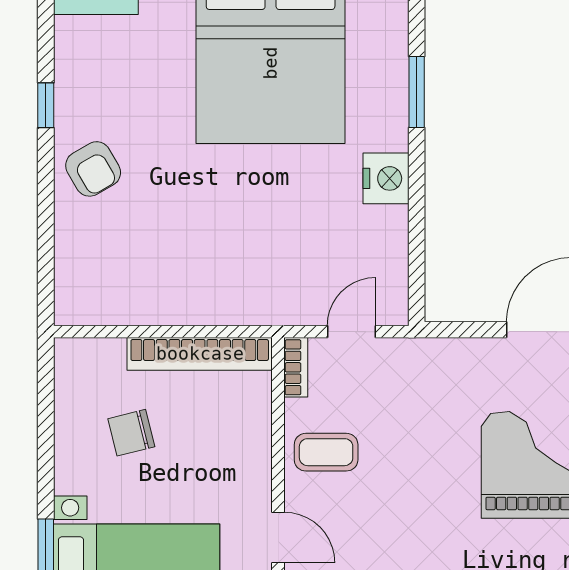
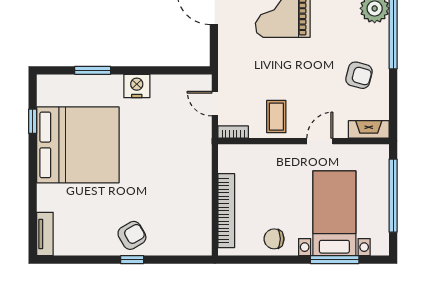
window: (46, 105) -> (132, 260), moved
bookcase: (200, 354) -> (226, 211), moved
chair: (131, 433) -> (274, 239), moved, turned 104

